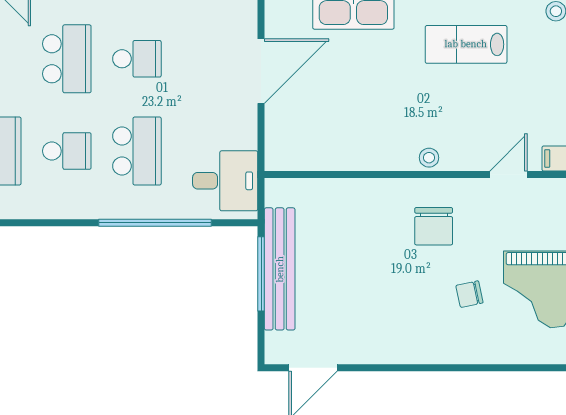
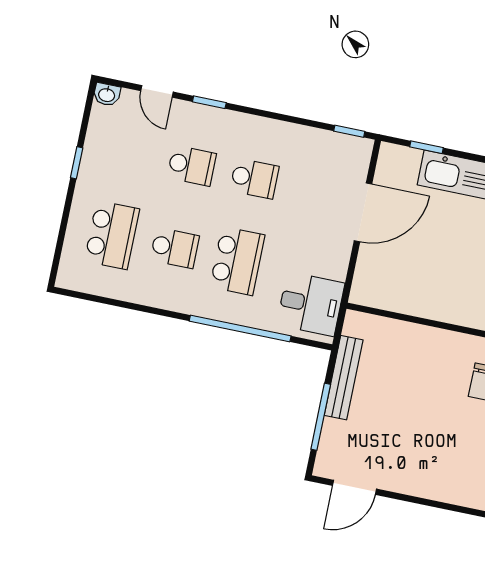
school desk: (67, 59) -> (192, 166), width x0.54
bench: (280, 269) -> (344, 378), width x0.73, depth x0.82
window: (261, 274) -> (321, 417), moved

